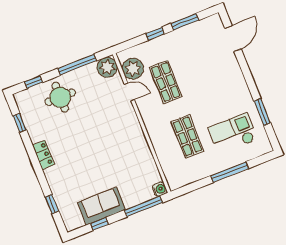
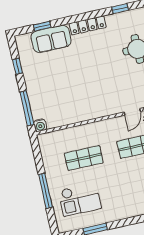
checkout: (233, 134) -> (80, 199), turned 90
locker: (43, 155) -> (88, 25), width x1.53
sofa: (101, 206) -> (51, 39), moved, turned 90

